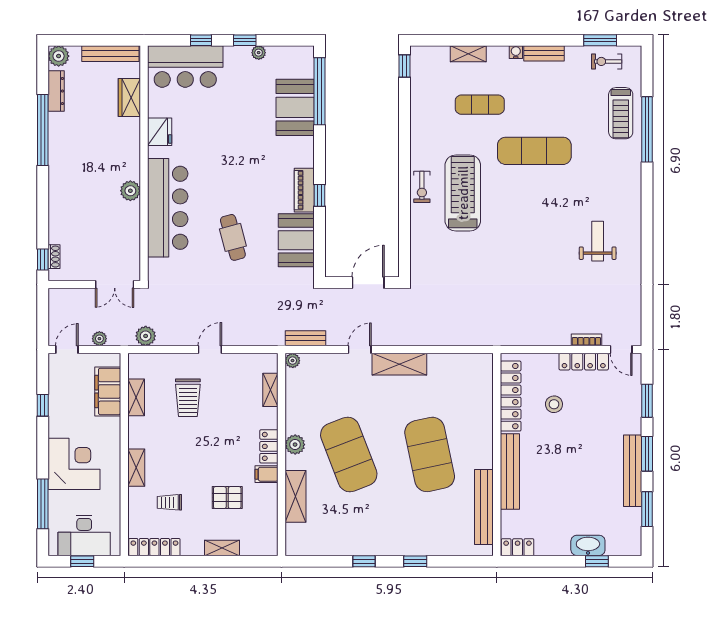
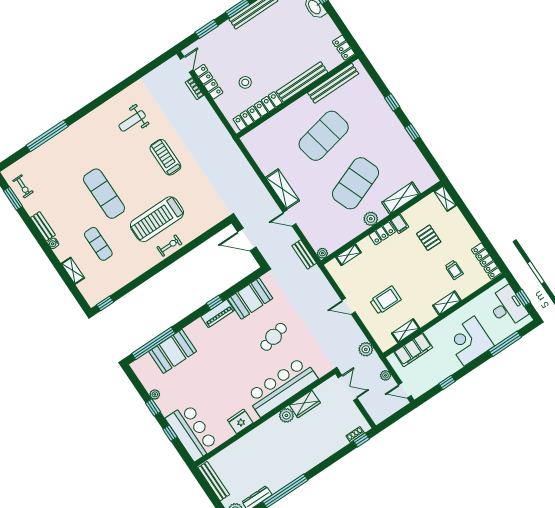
wardrobe: (129, 98) -> (305, 404), moved
treadmill: (621, 113) -> (165, 157), moved, turned -90
shelving: (222, 548) -> (445, 198), moved

